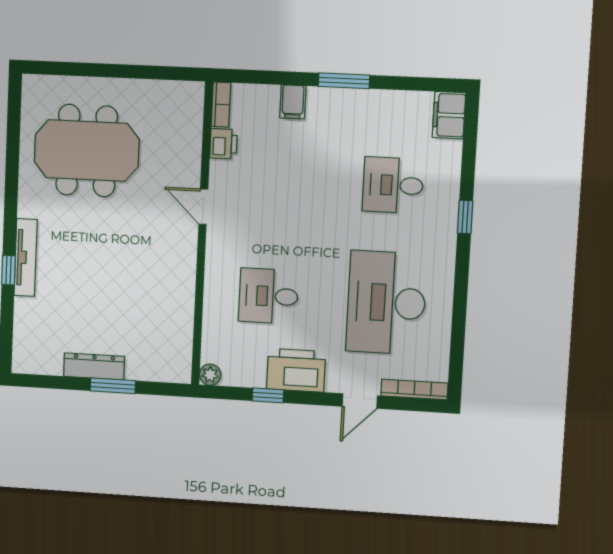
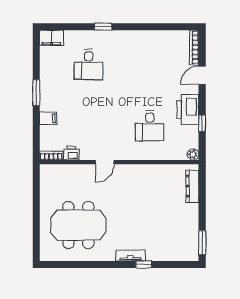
meeting table: (87, 151) -> (78, 225), turned 90
tv unit: (26, 258) -> (130, 255), width x0.71
desk: (386, 303) -> (150, 64), removed
dresser: (94, 366) -> (192, 186), moved
window: (113, 386) -> (202, 243), moved
door: (360, 401) -> (202, 75), swing flipped

